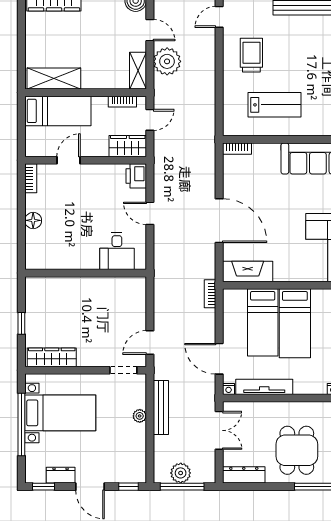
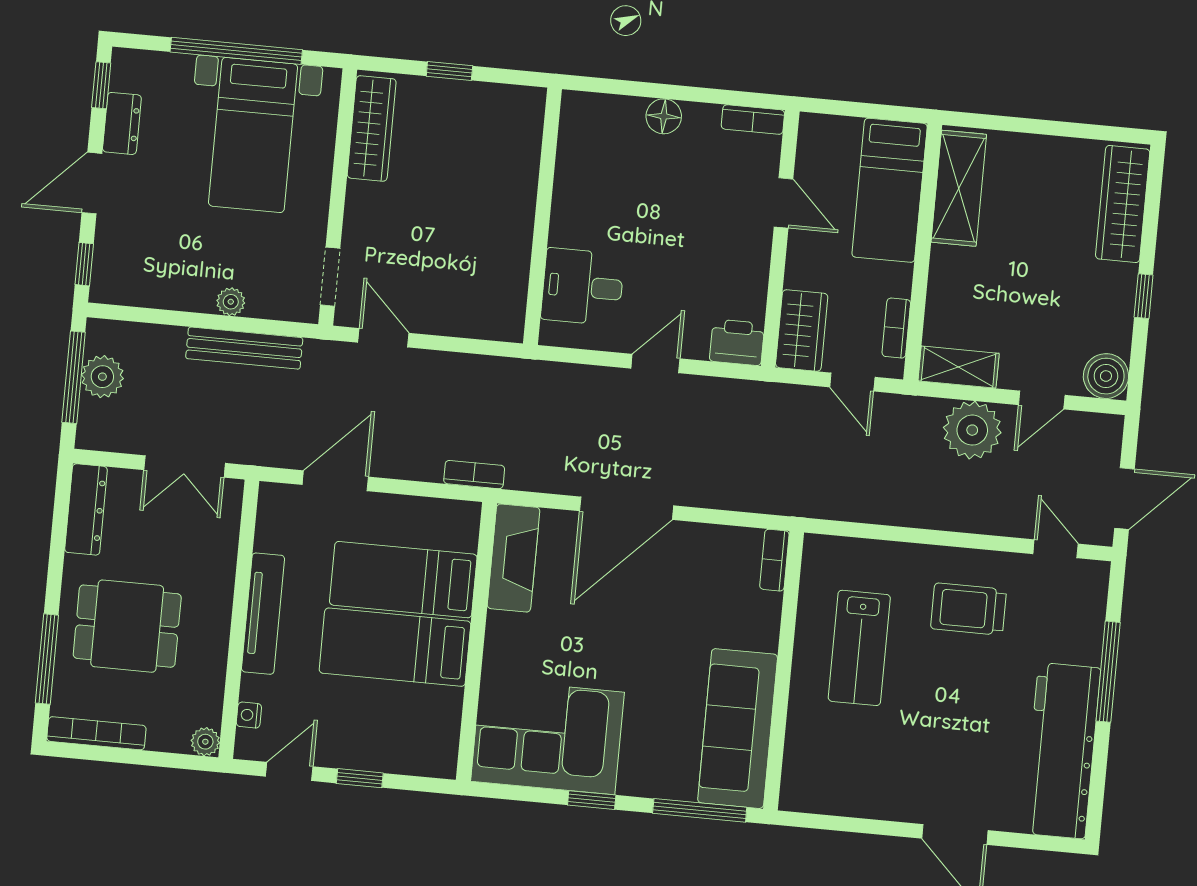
trolley: (251, 55) -> (969, 609), turned 180
tv unit: (264, 387) -> (263, 614), moved
nightstand: (229, 389) -> (270, 494), removed

